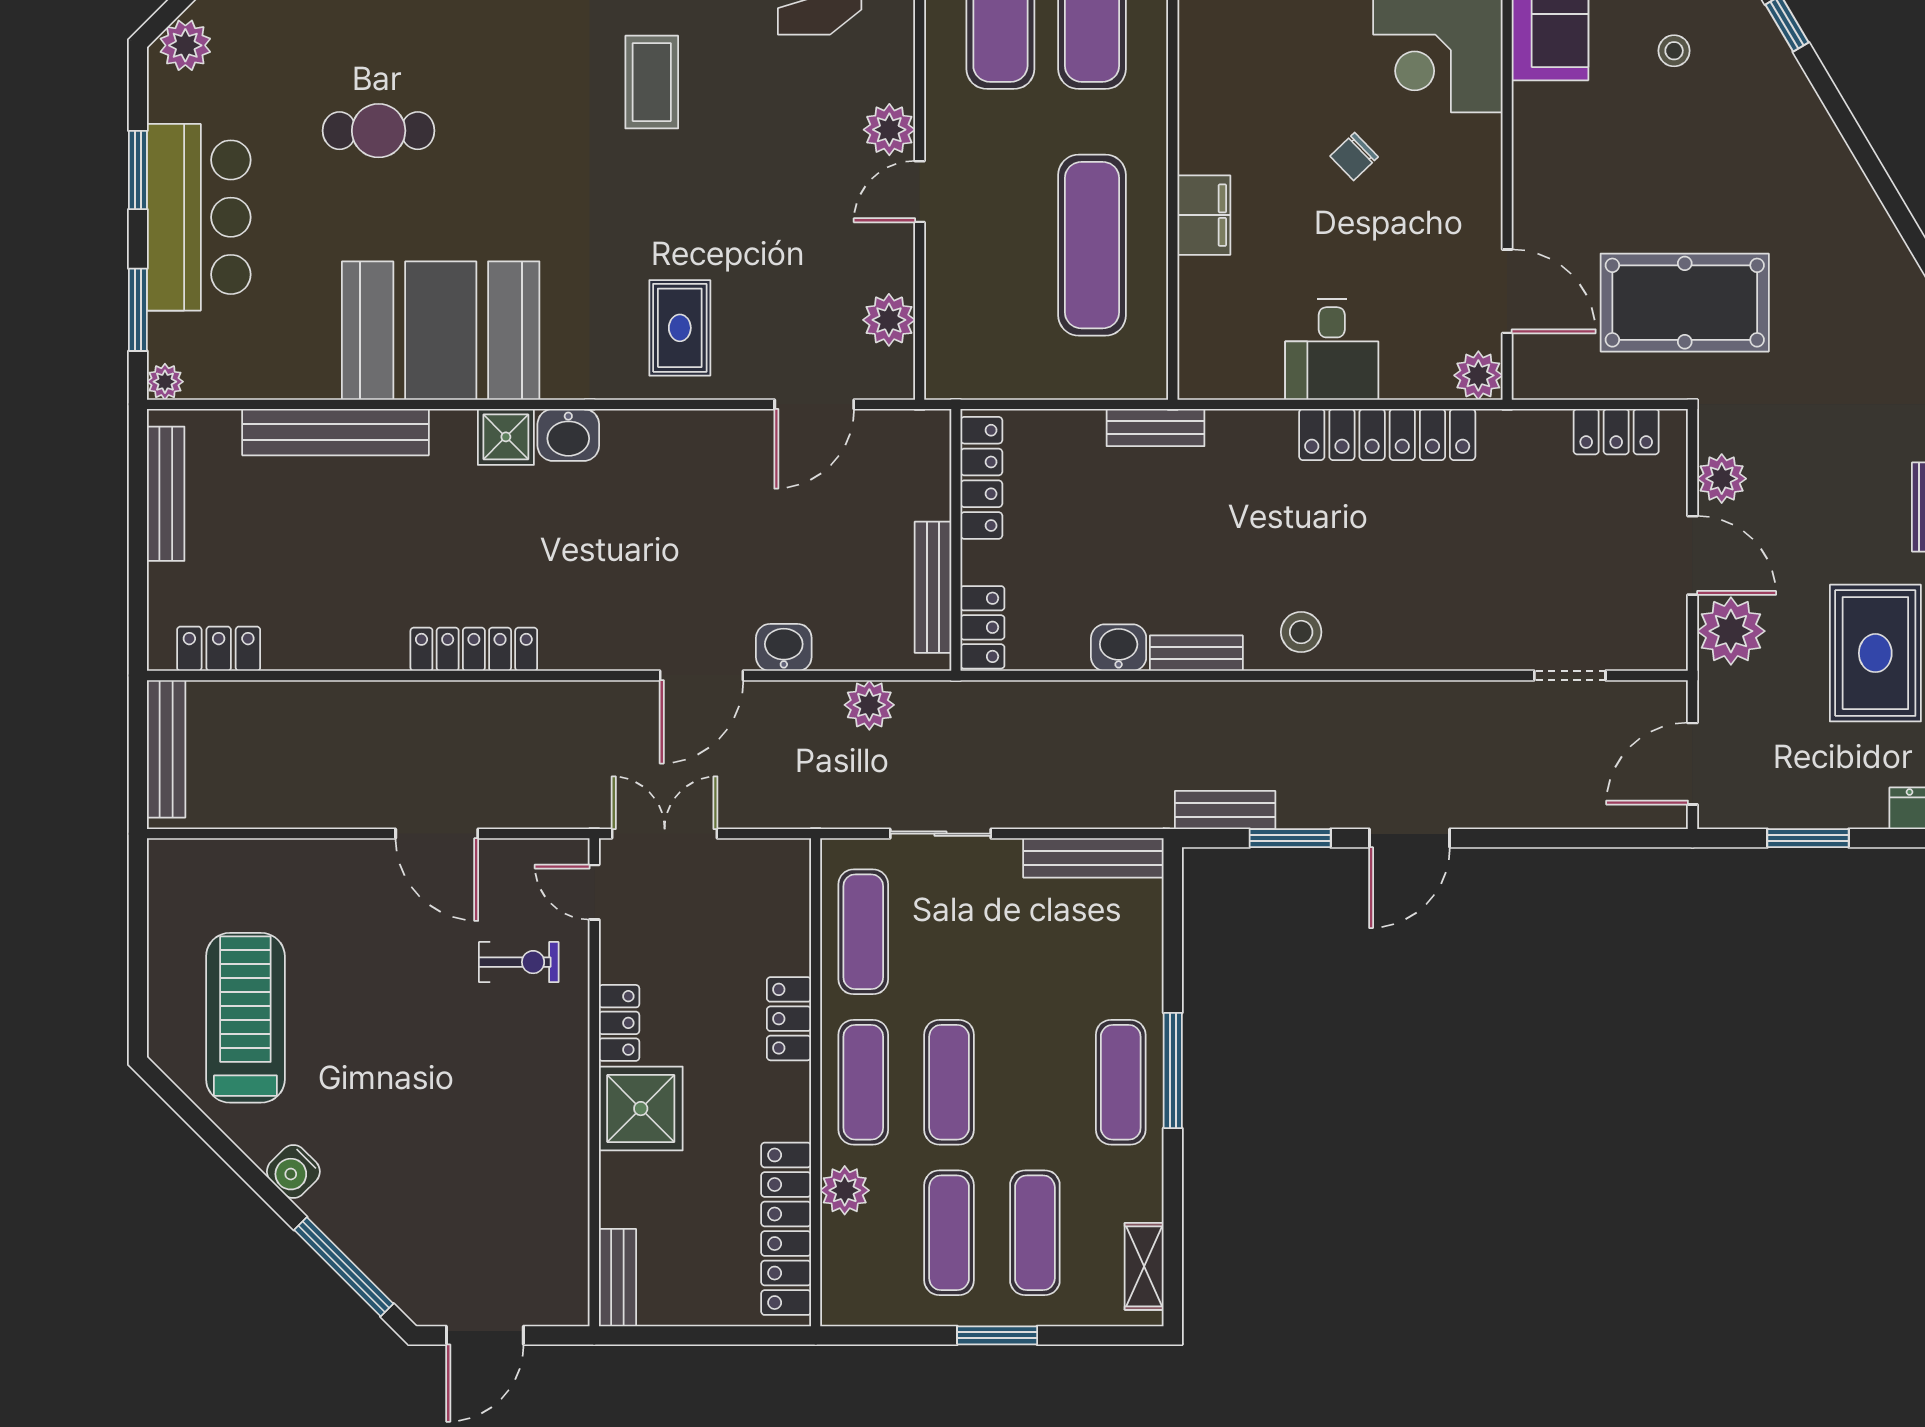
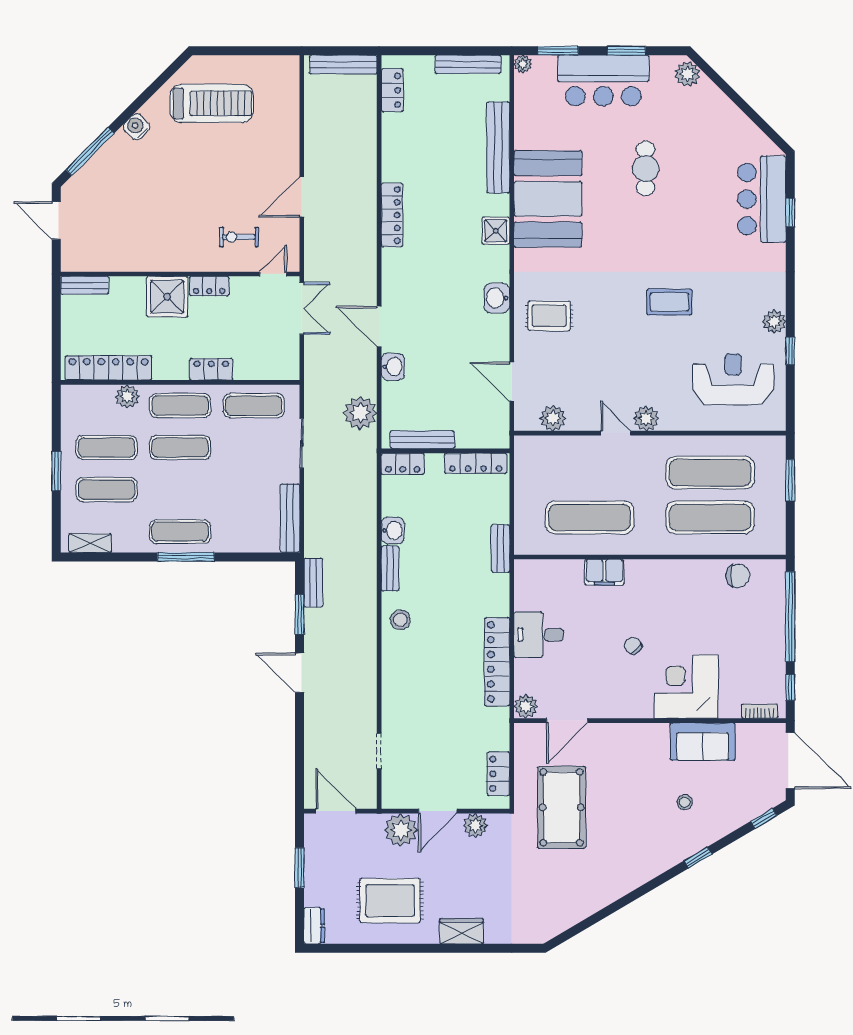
washbasin: (568, 435) -> (497, 298), moved
plant: (869, 705) -> (360, 413), width x1.36, depth x1.36
exercise bike: (519, 962) -> (239, 237), turned 90

